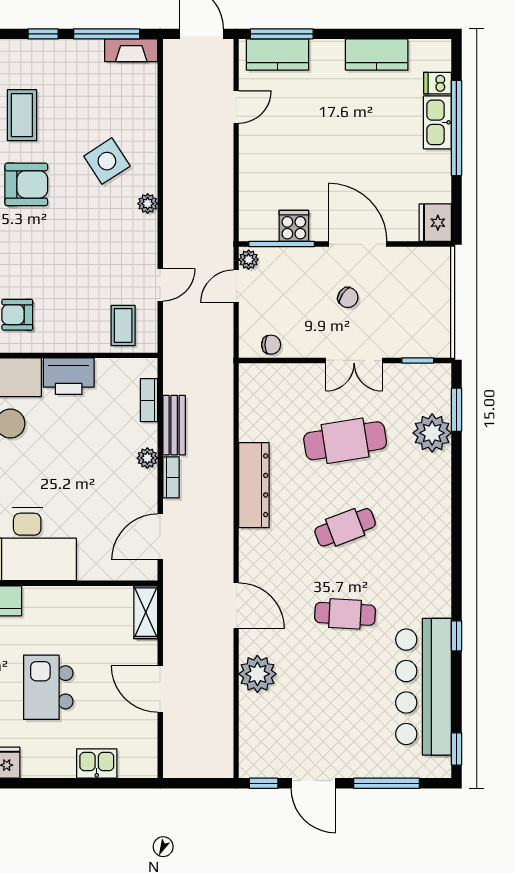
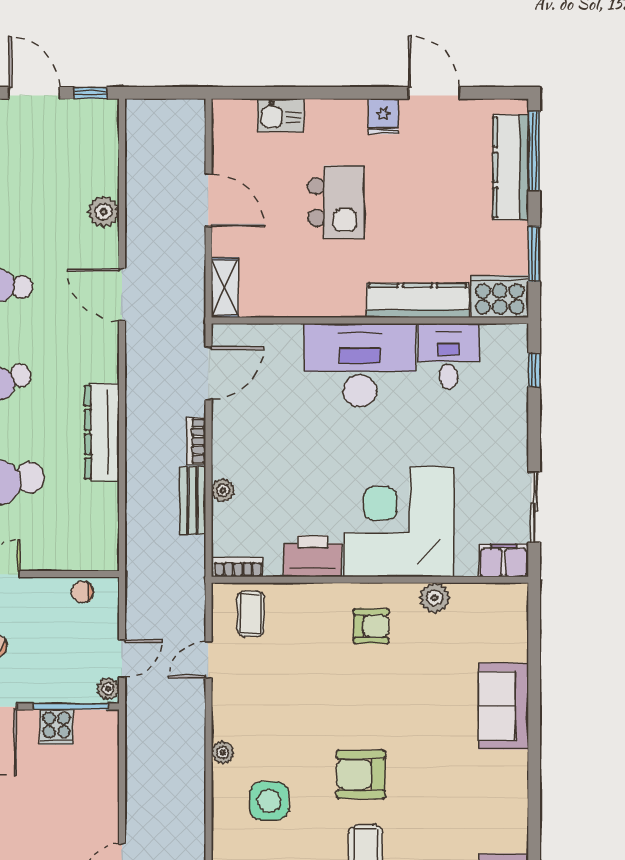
side table: (107, 161) -> (269, 801), turned 33
bookcase: (149, 400) -> (238, 567), moved, turned -90
plant: (147, 458) -> (223, 490), moved
plant: (257, 674) -> (103, 212), width x0.73, depth x0.73

